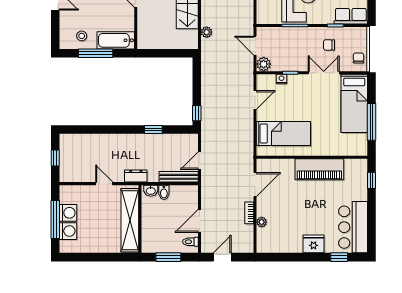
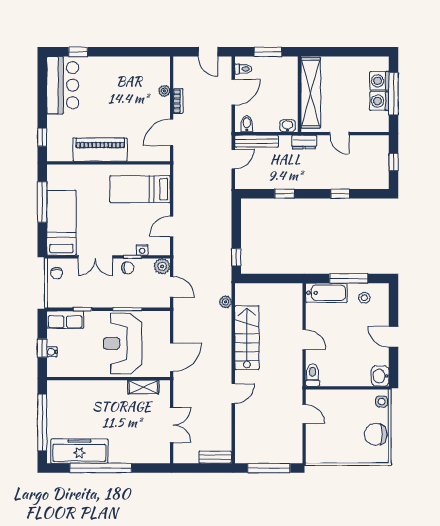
chair: (329, 45) -> (128, 268), moved
window: (197, 113) -> (236, 257), moved
window: (103, 130) -> (340, 194), added
bidet: (164, 192) -> (247, 124), moved
fridge: (314, 244) -> (107, 66), removed
door: (222, 257) -> (208, 52), hinge flipped

